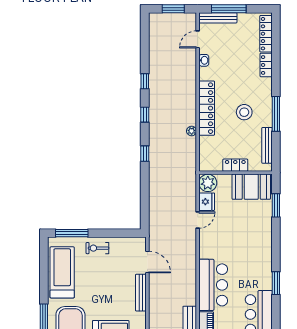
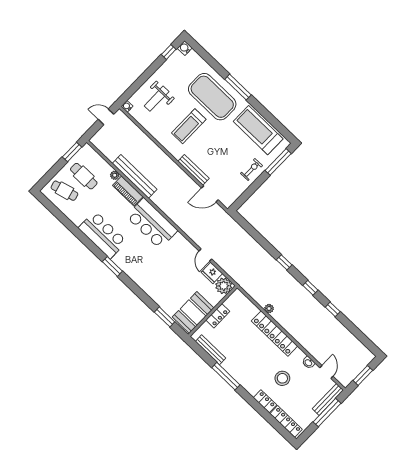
stool: (244, 112) -> (282, 378), moved
treadmill: (62, 272) -> (258, 130), turned 180

